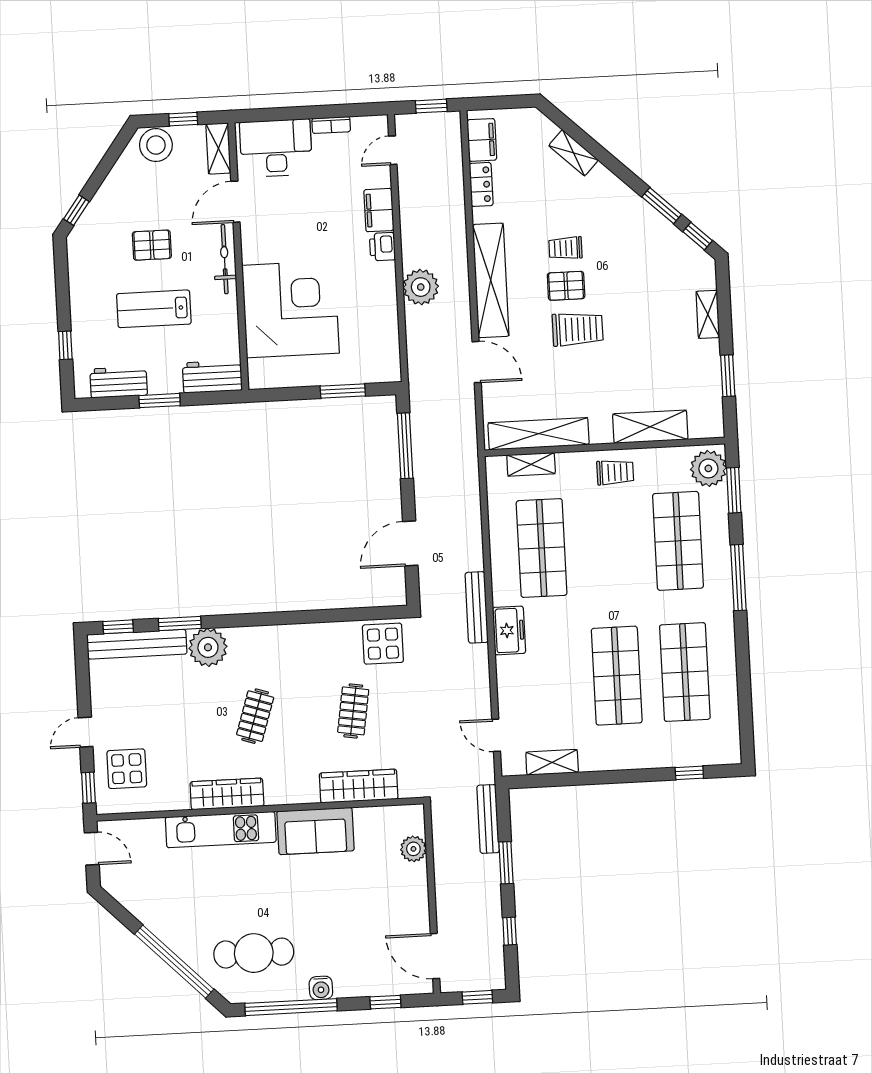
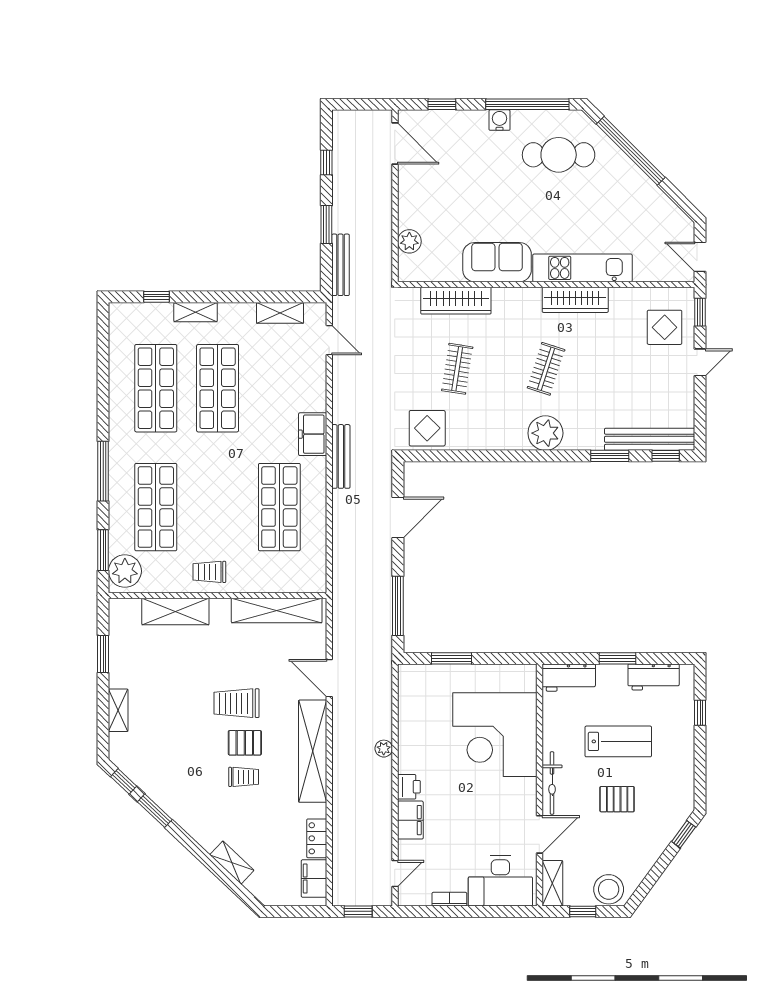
plant: (421, 287) -> (384, 749), width x0.53, depth x0.53
shelving: (531, 464) -> (196, 312), moved
plant: (208, 647) -> (545, 433), moved
window: (477, 997) -> (359, 104), removed

